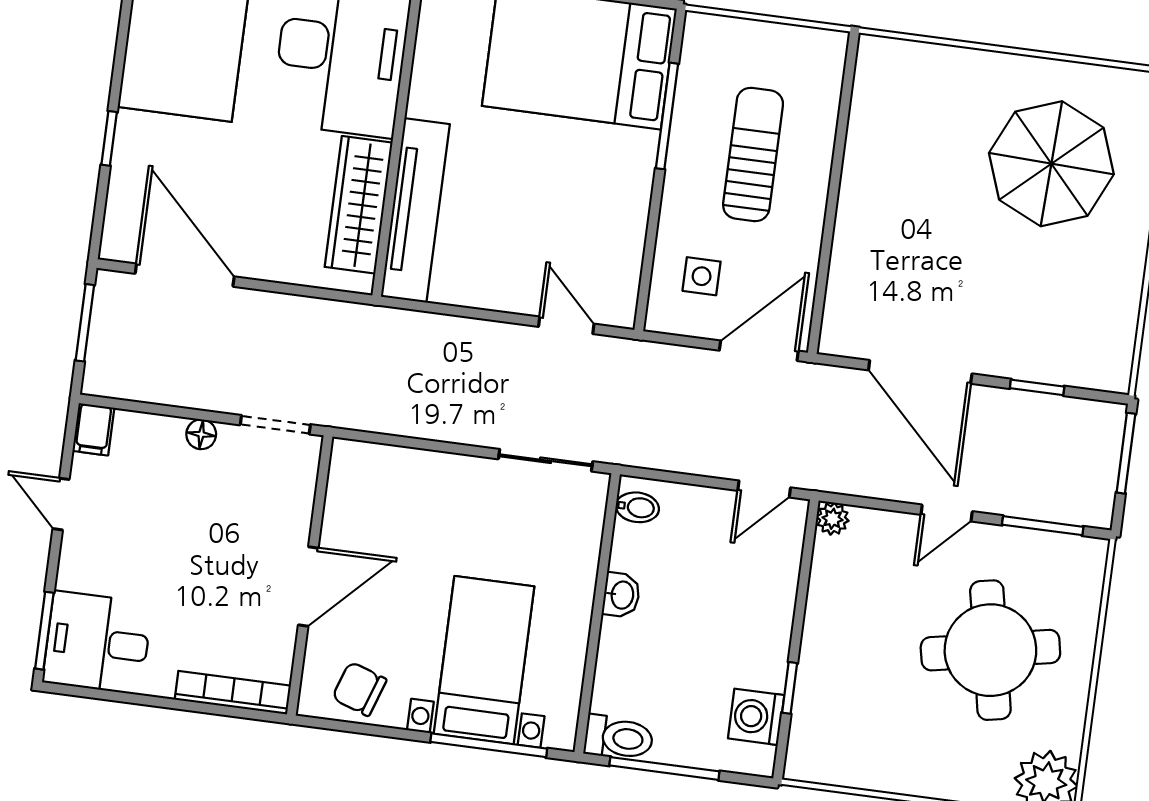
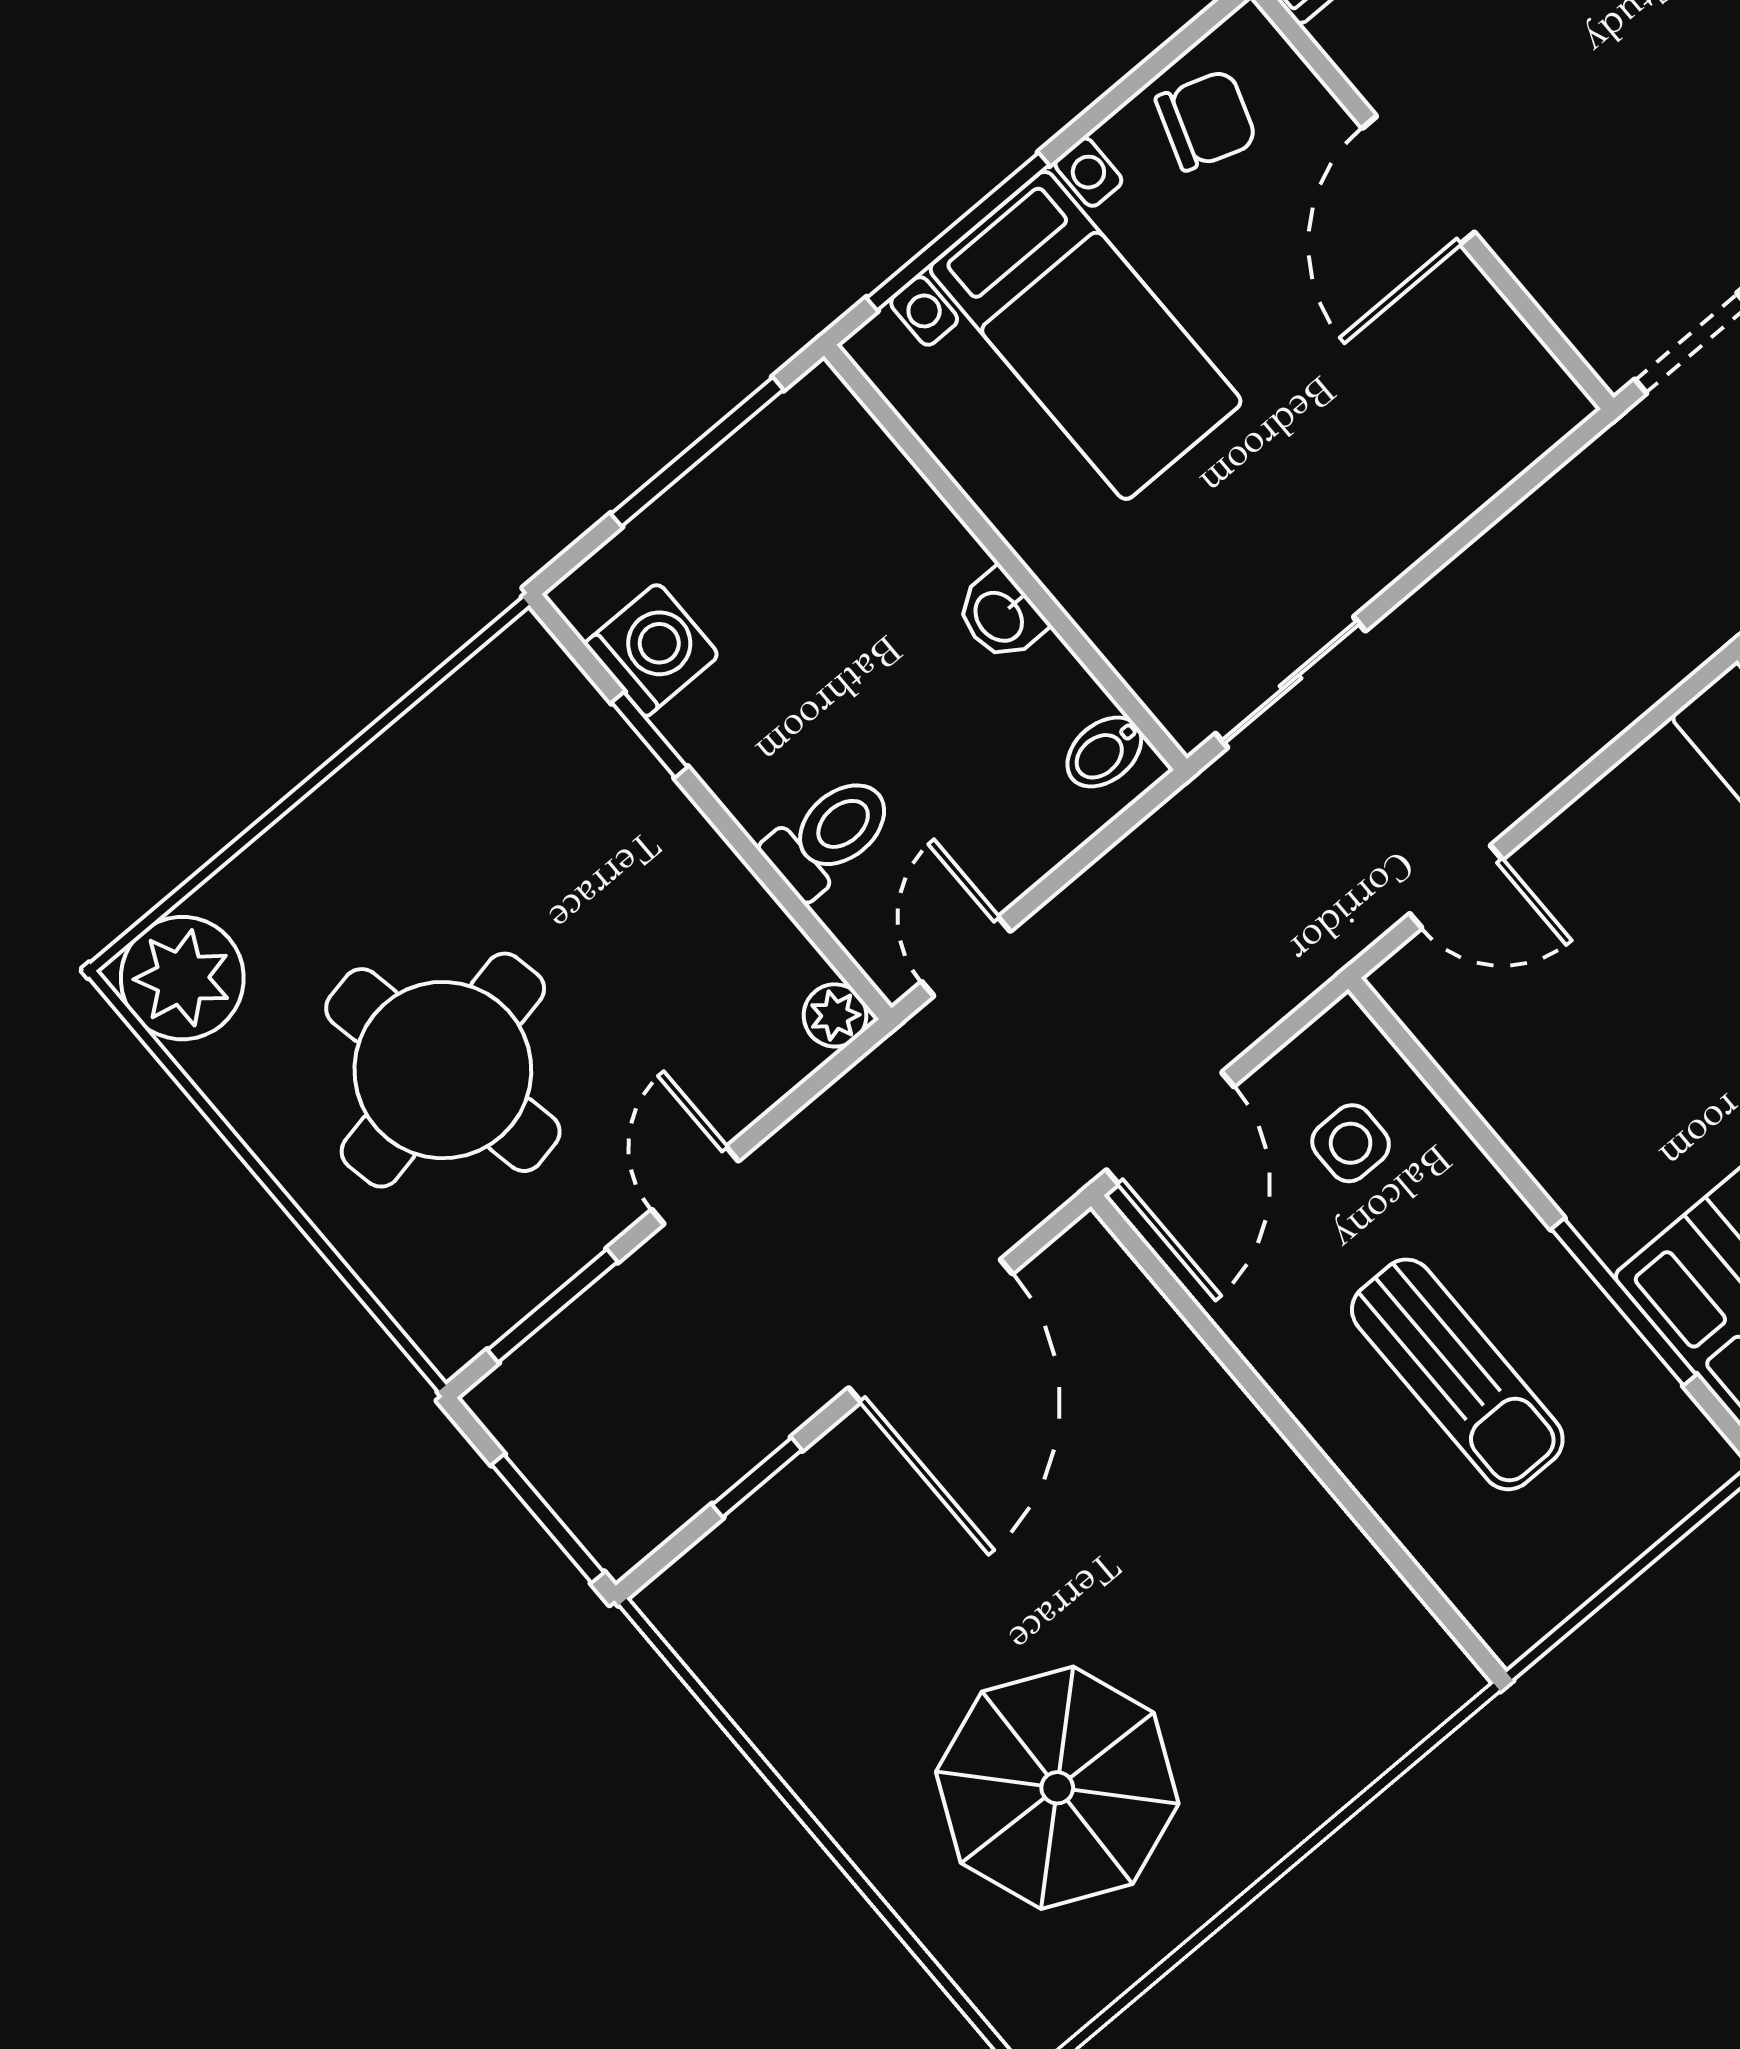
door: (920, 372) -> (931, 1331), swing flipped
toilet: (619, 738) -> (829, 836), moved, turned 180

